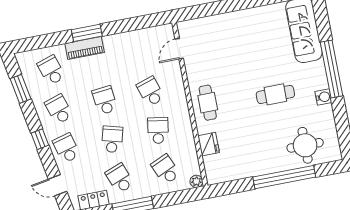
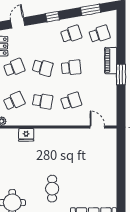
window: (87, 33) -> (121, 74), moved
cafe table: (208, 103) -> (56, 140), removed
school desk: (66, 148) -> (43, 34), removed

